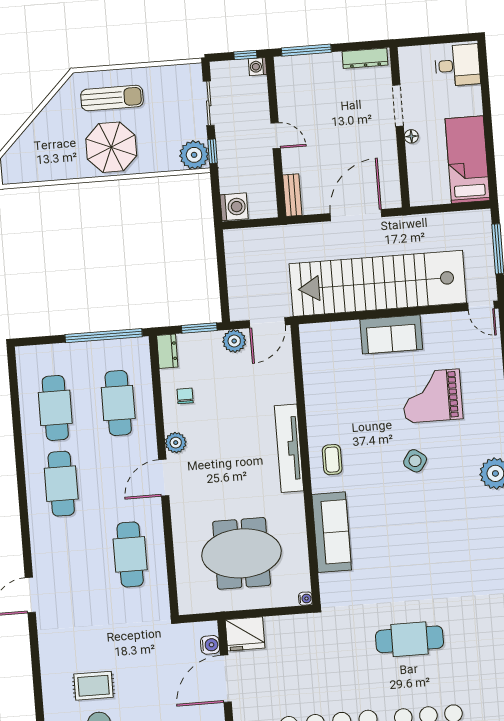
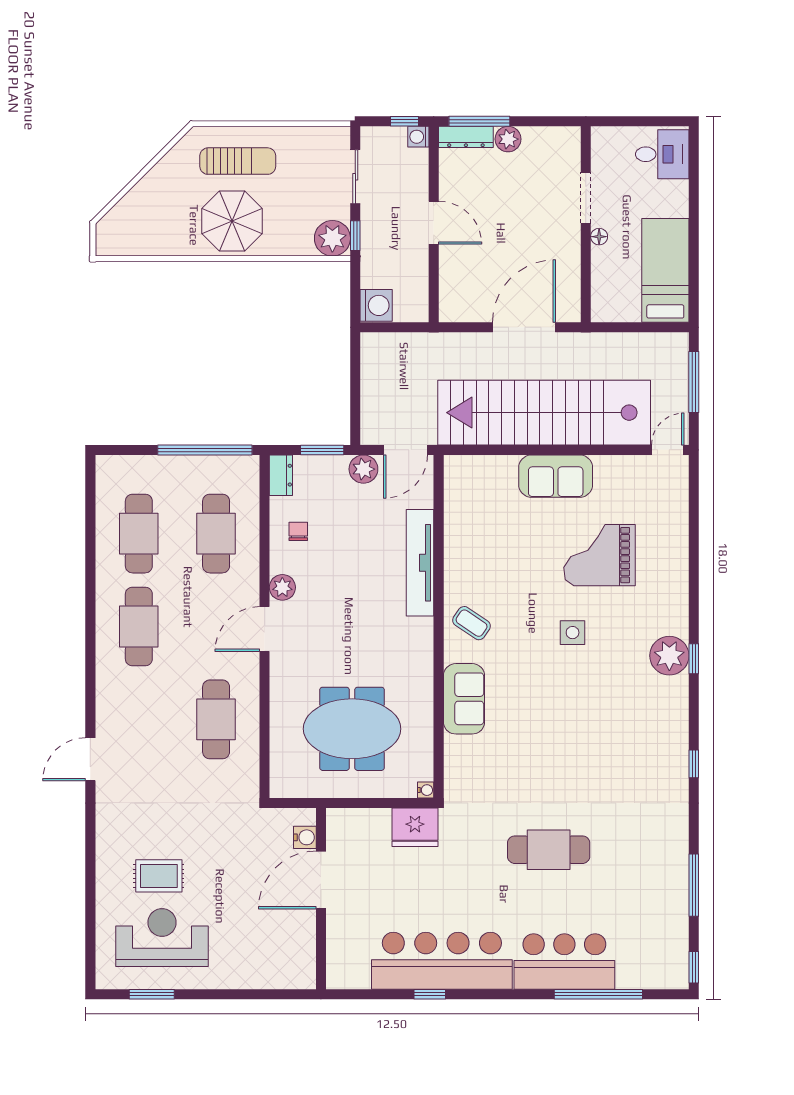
dresser: (365, 58) -> (466, 137), moved
plant: (331, 63) -> (508, 139), added
door: (276, 136) -> (434, 223), width x1.38
bench: (292, 195) -> (448, 297), removed
door: (481, 306) -> (668, 450), swing flipped
tv unit: (289, 448) -> (420, 563), moved
coffee table: (332, 460) -> (472, 623), turned -56
side table: (415, 461) -> (573, 633), turned -35
sofa: (332, 532) -> (464, 699), width x0.73
fridge: (245, 634) -> (415, 827), moved

